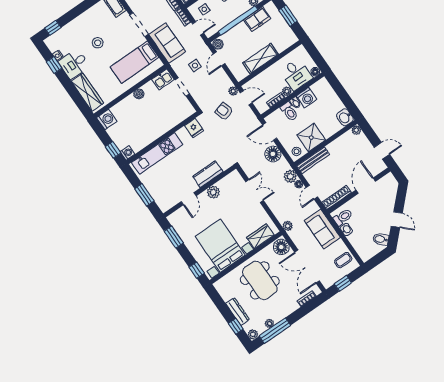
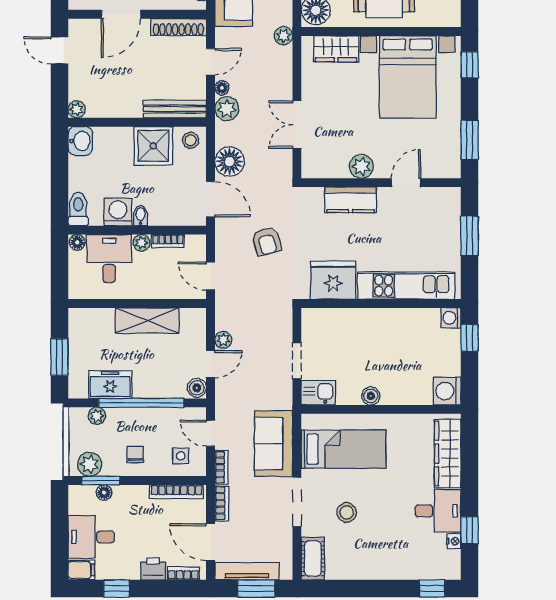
stool: (98, 43) -> (347, 512), moved
side table: (195, 66) -> (255, 380), removed
plant: (233, 91) -> (223, 340), moved
armchair: (224, 111) -> (267, 241), moved
toilet: (289, 112) -> (78, 209), moved
fridge: (194, 128) -> (333, 280), width x1.88, depth x1.34

